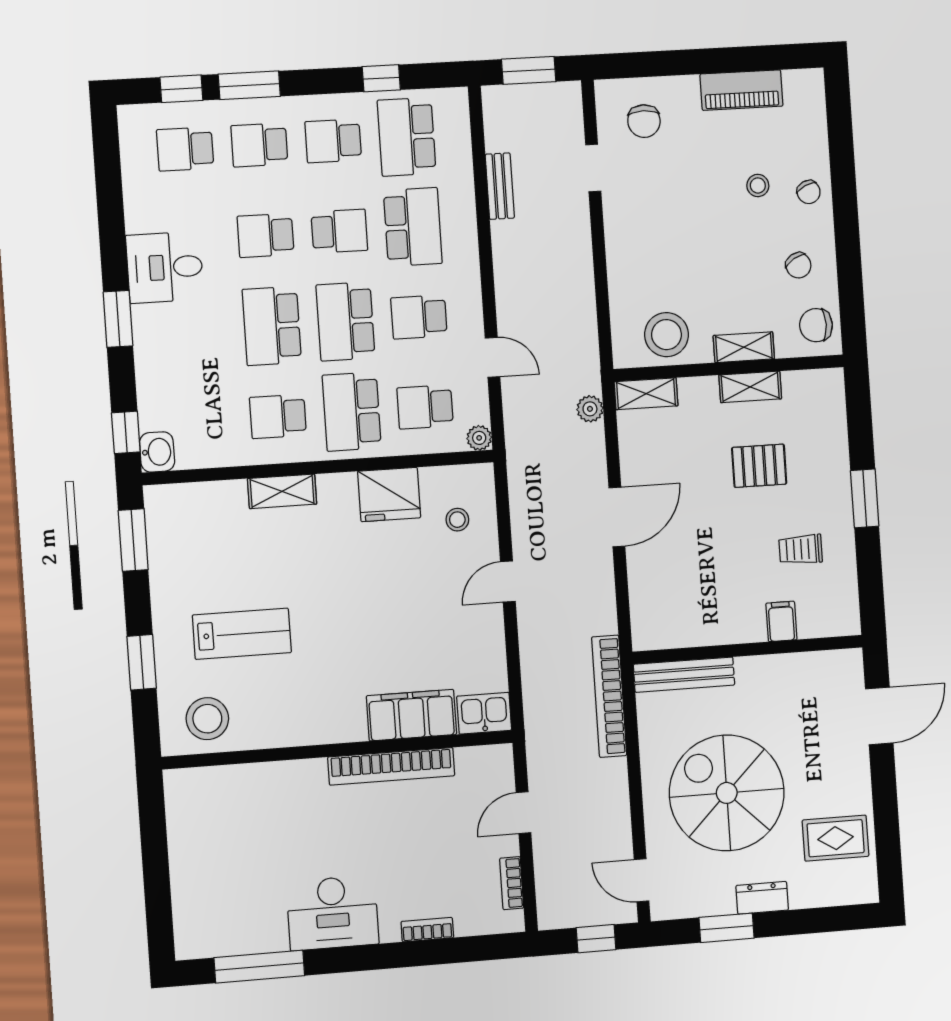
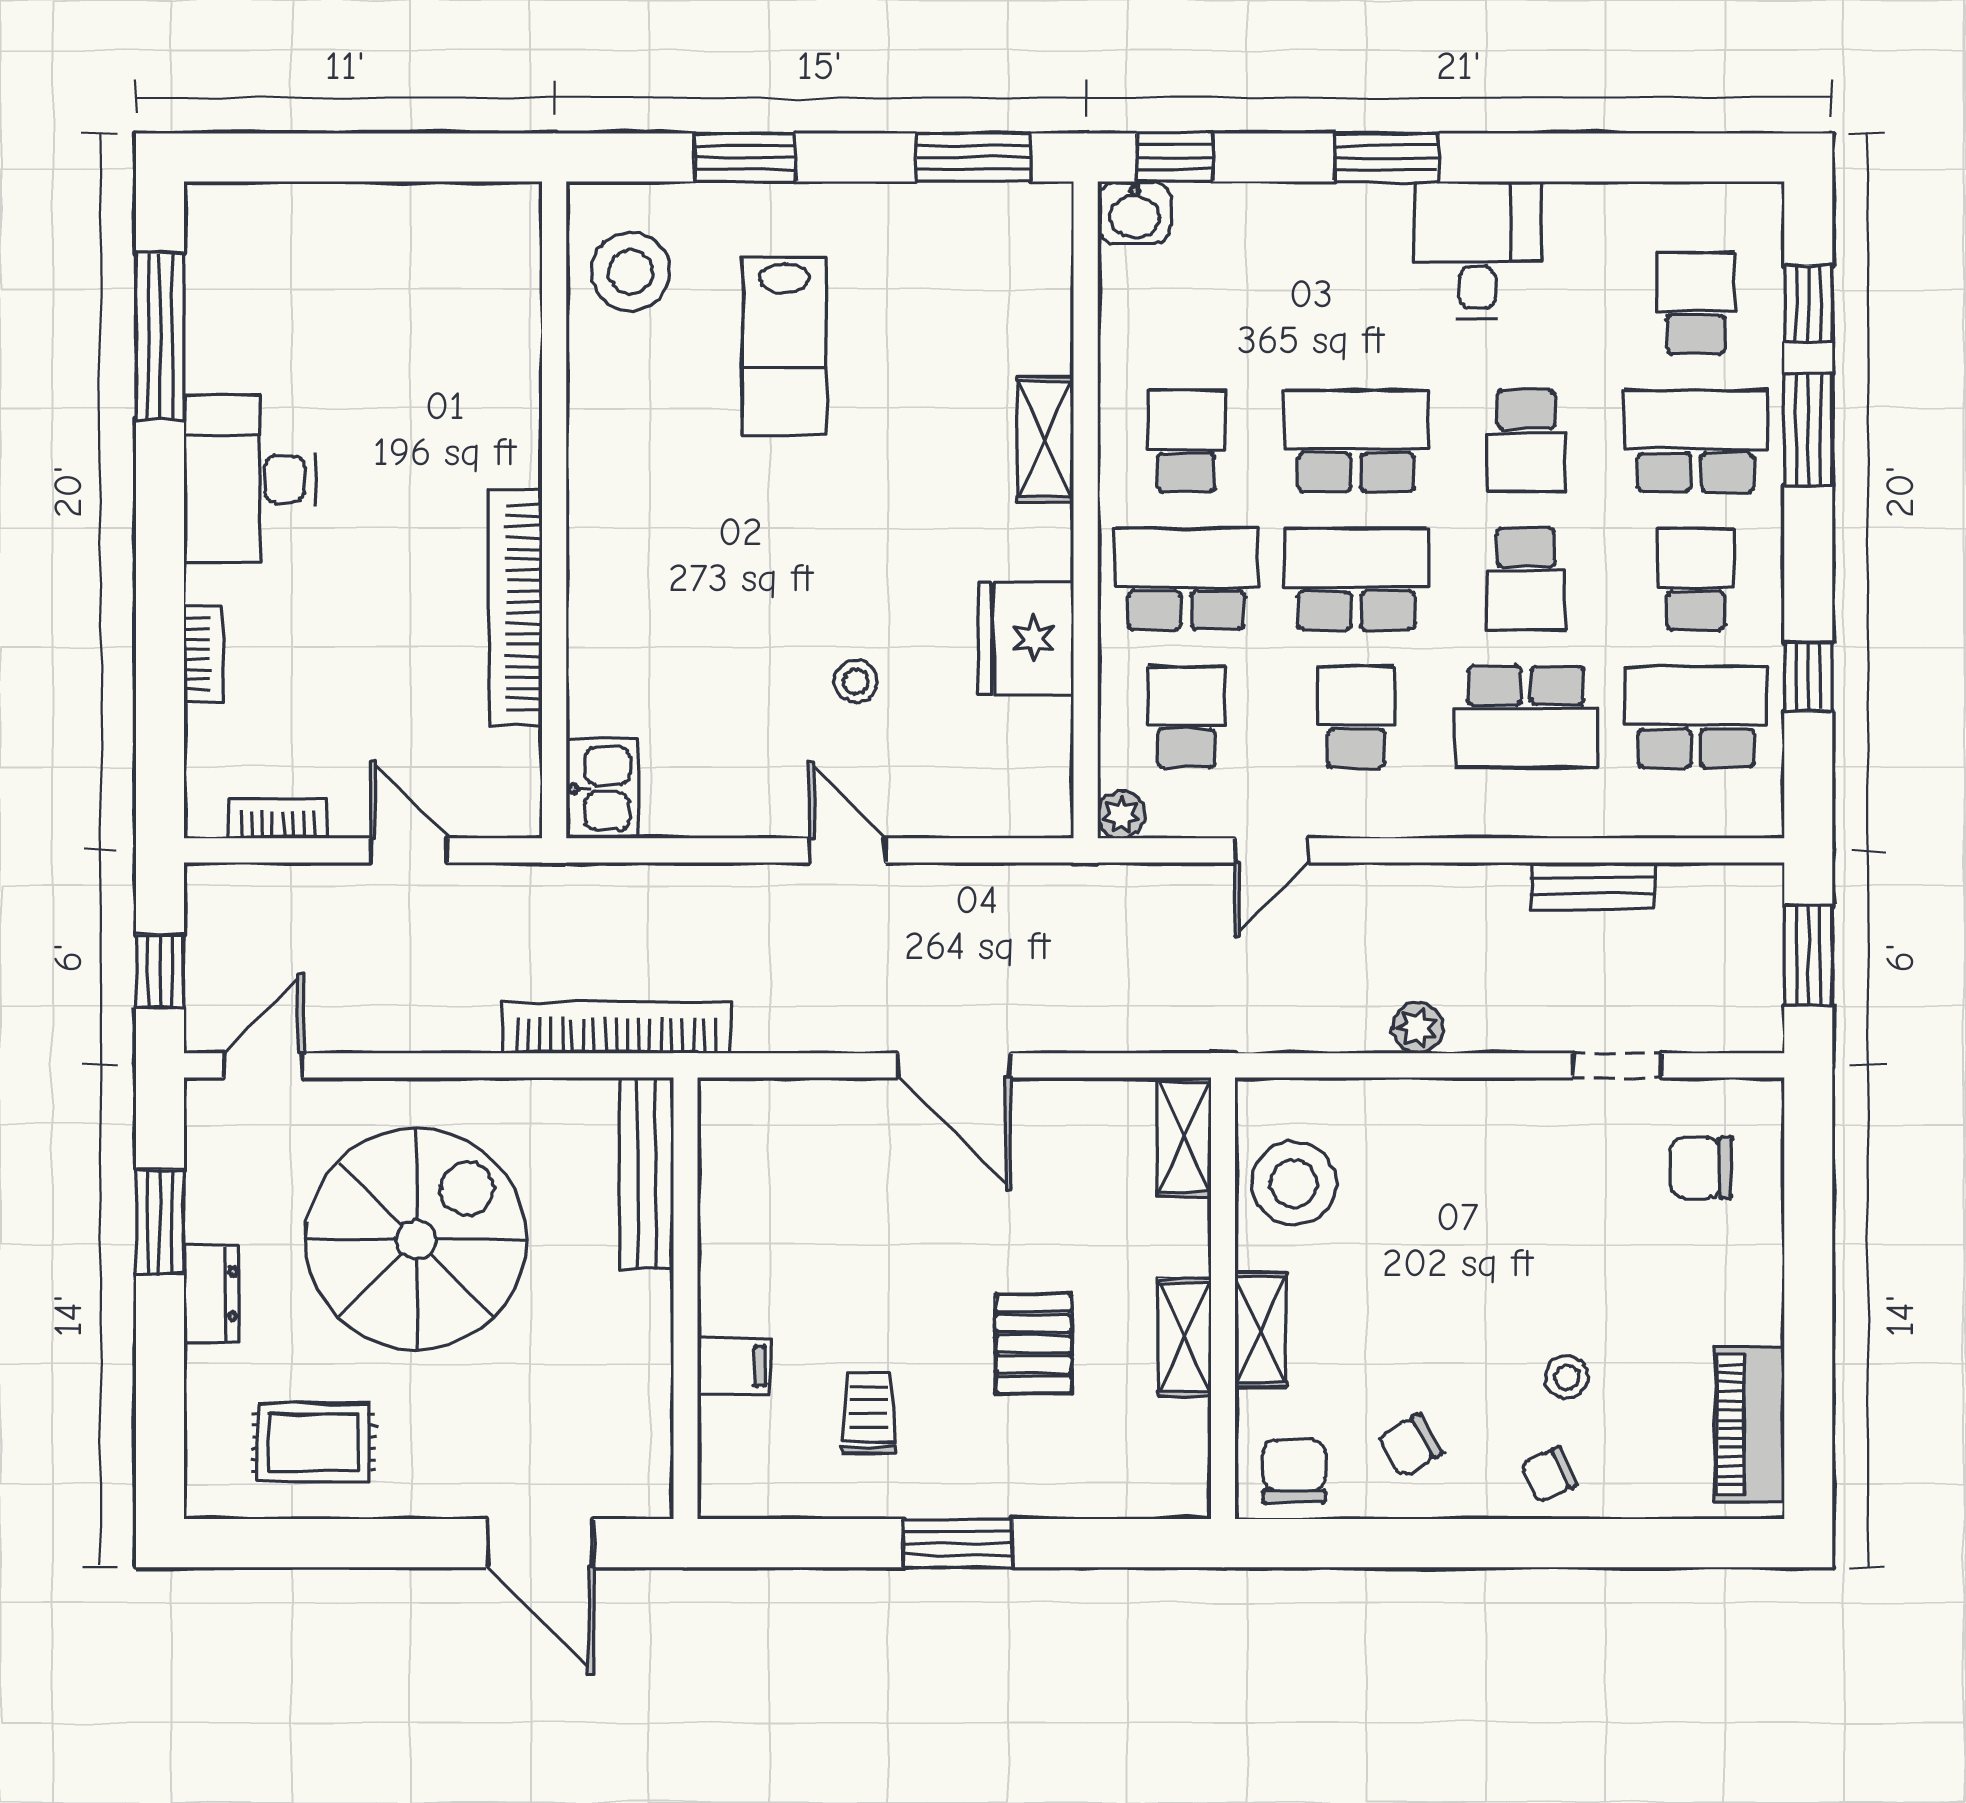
piano: (741, 90) -> (1750, 1424), moved
school desk: (259, 145) -> (1696, 441), width x1.85
school desk: (266, 235) -> (1526, 441), turned 180
plant: (590, 409) -> (1418, 1028), moved
stool: (457, 520) -> (856, 681), moved
filing cabinet: (411, 715) -> (609, 652), removed
rug: (836, 838) -> (314, 1443), turned 90

